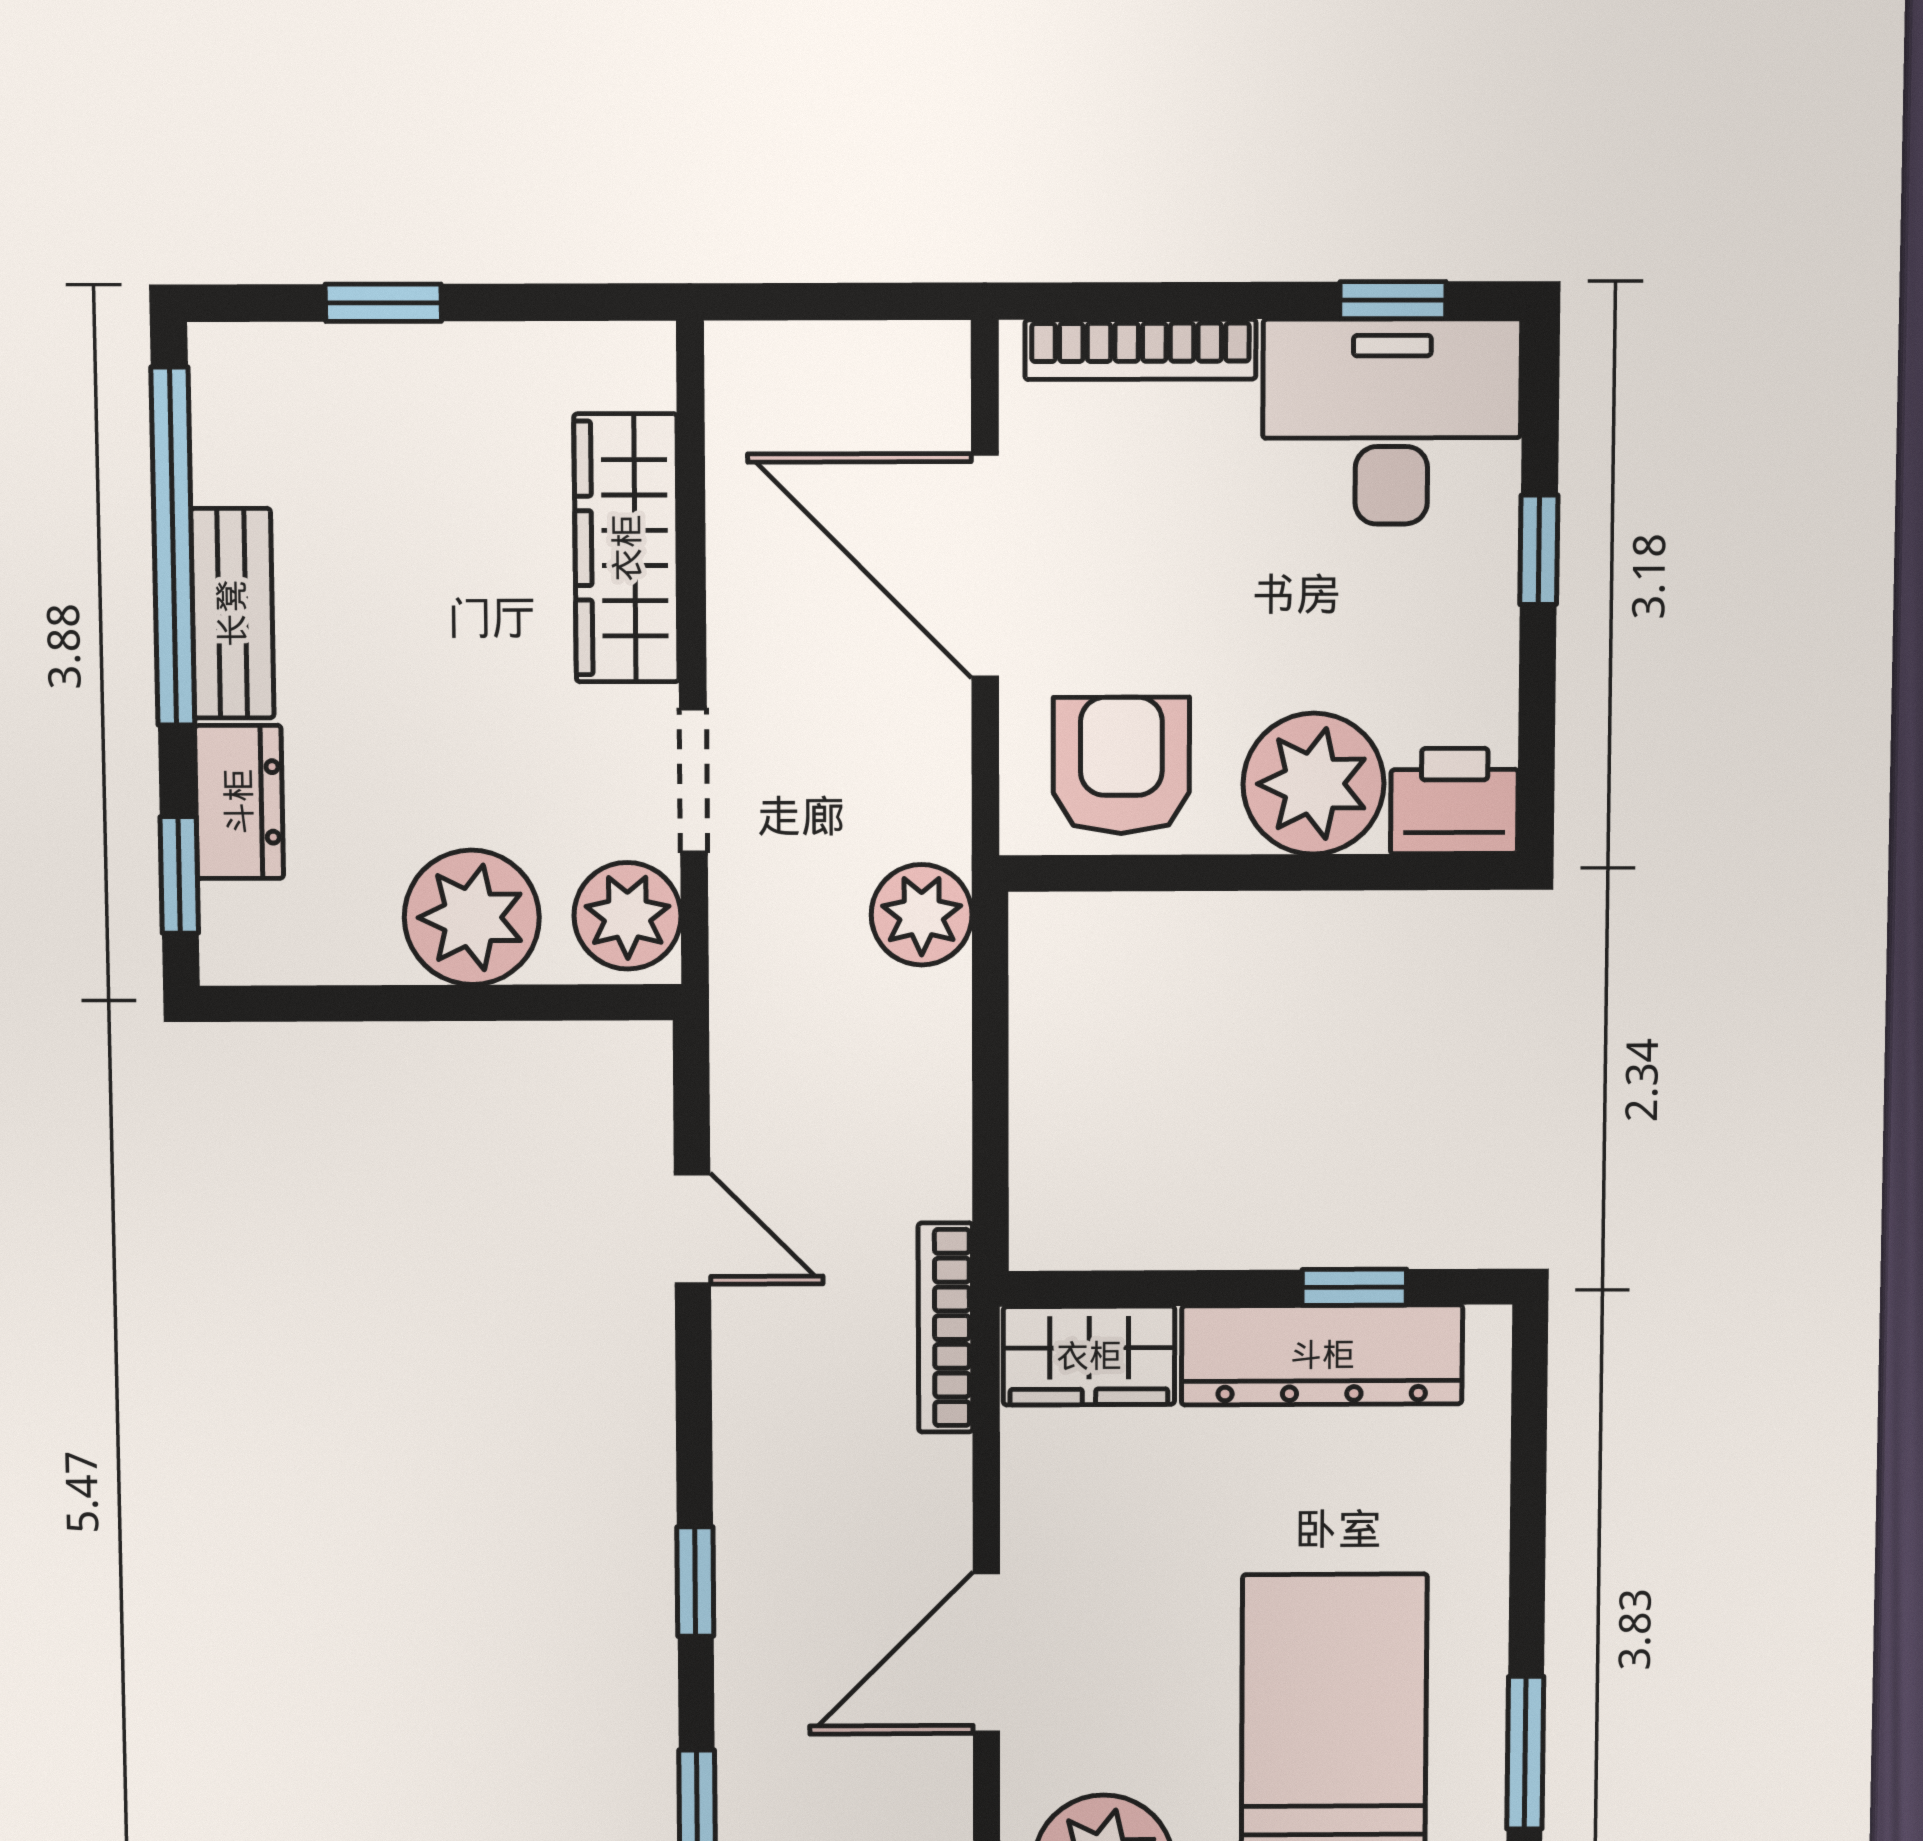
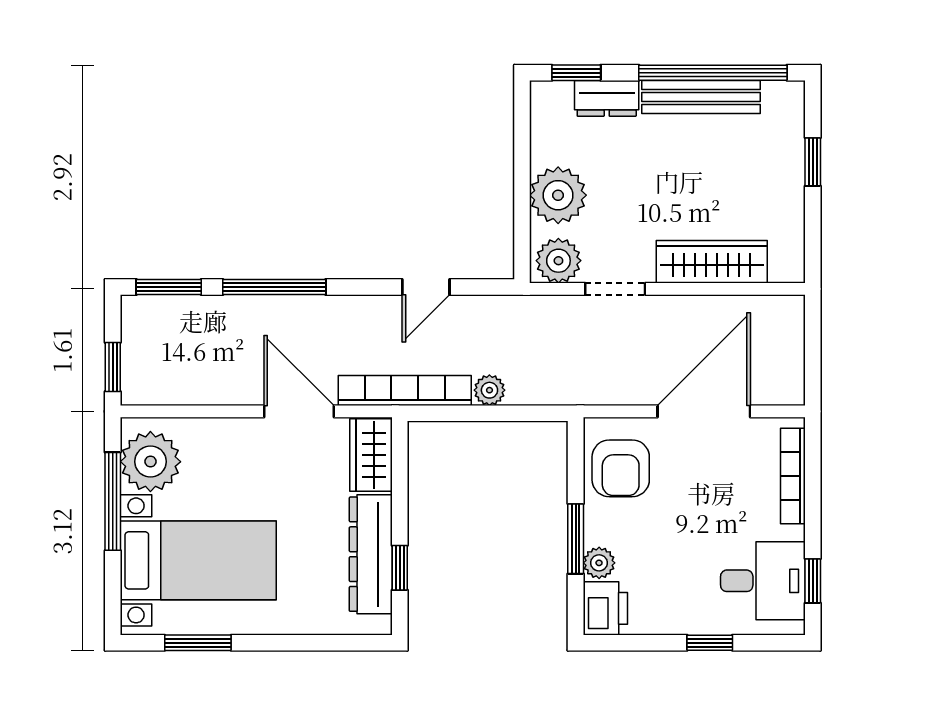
desk: (1392, 422) -> (763, 581), width x0.73
bench: (232, 613) -> (701, 97), width x1.36
armchair: (1121, 765) -> (621, 468), turned 90
plant: (1313, 784) -> (599, 563), width x0.53, depth x0.53
window: (1288, 873) -> (576, 539), added
plant: (922, 915) -> (489, 390), moved, width x0.73, depth x0.73
bookcase: (946, 1328) -> (405, 391), width x1.48, depth x1.31
window: (695, 1582) -> (274, 287), width x2.17
door: (986, 1653) -> (299, 411), moved

